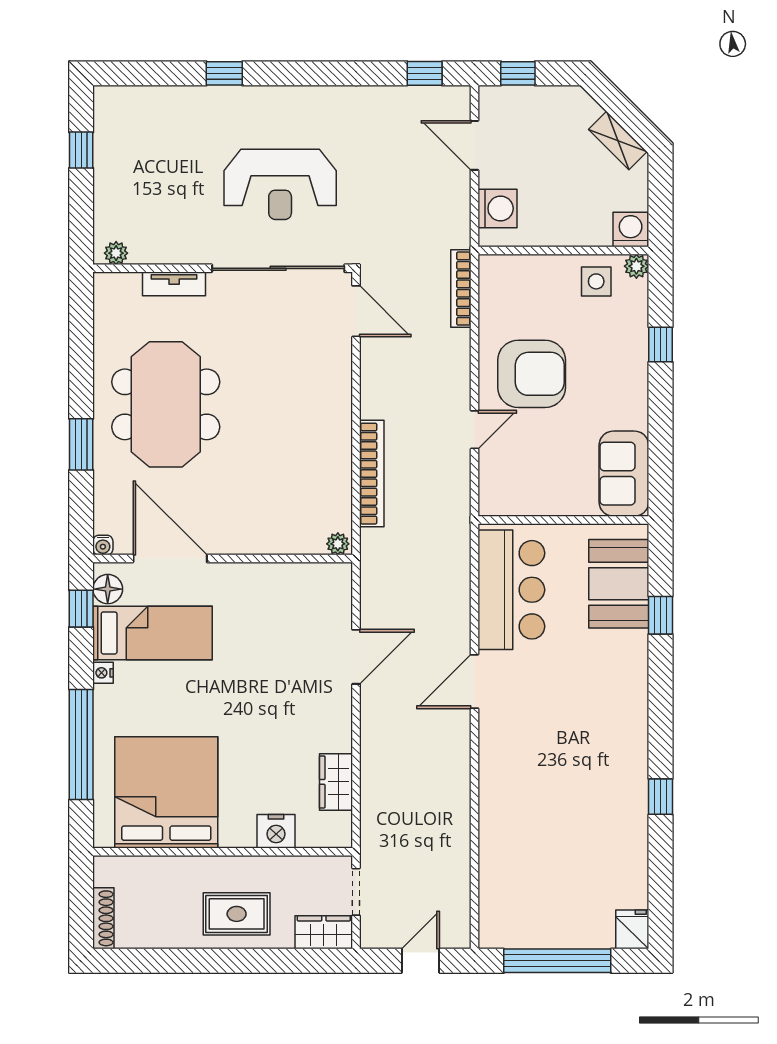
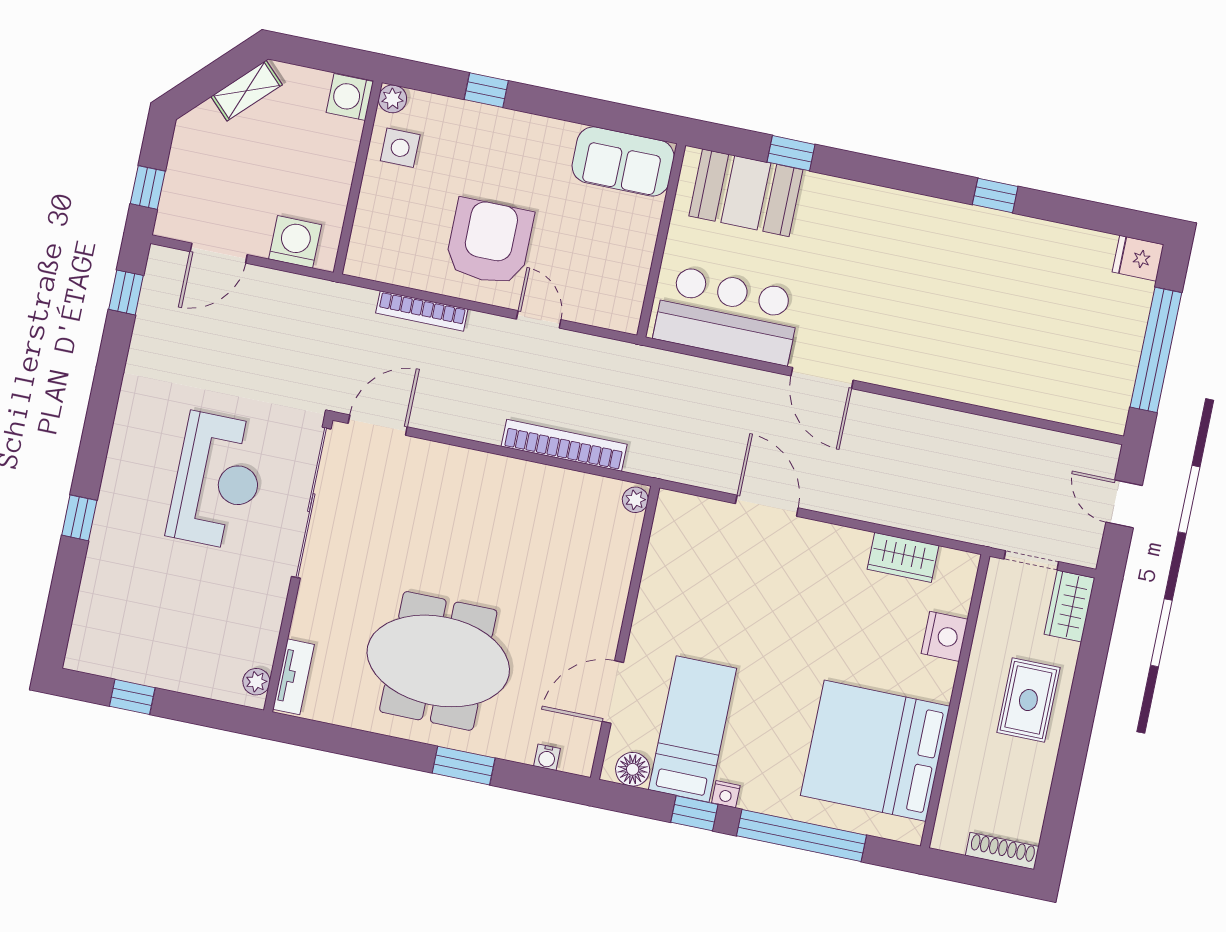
tv unit: (174, 284) -> (293, 677), moved
bookcase: (461, 289) -> (422, 311), moved
water cooler: (103, 545) -> (547, 757), moved, turned 90
door: (170, 559) -> (613, 692), width x0.73
window: (81, 609) -> (694, 813), moved

